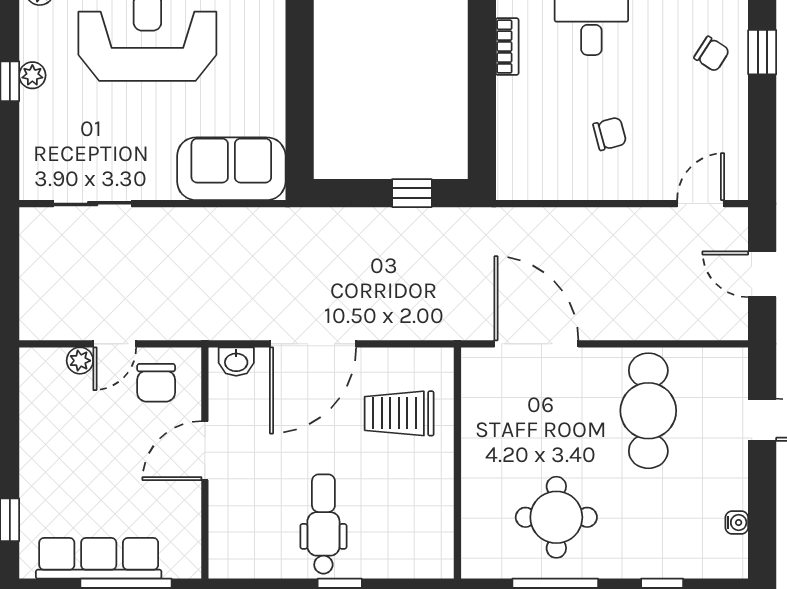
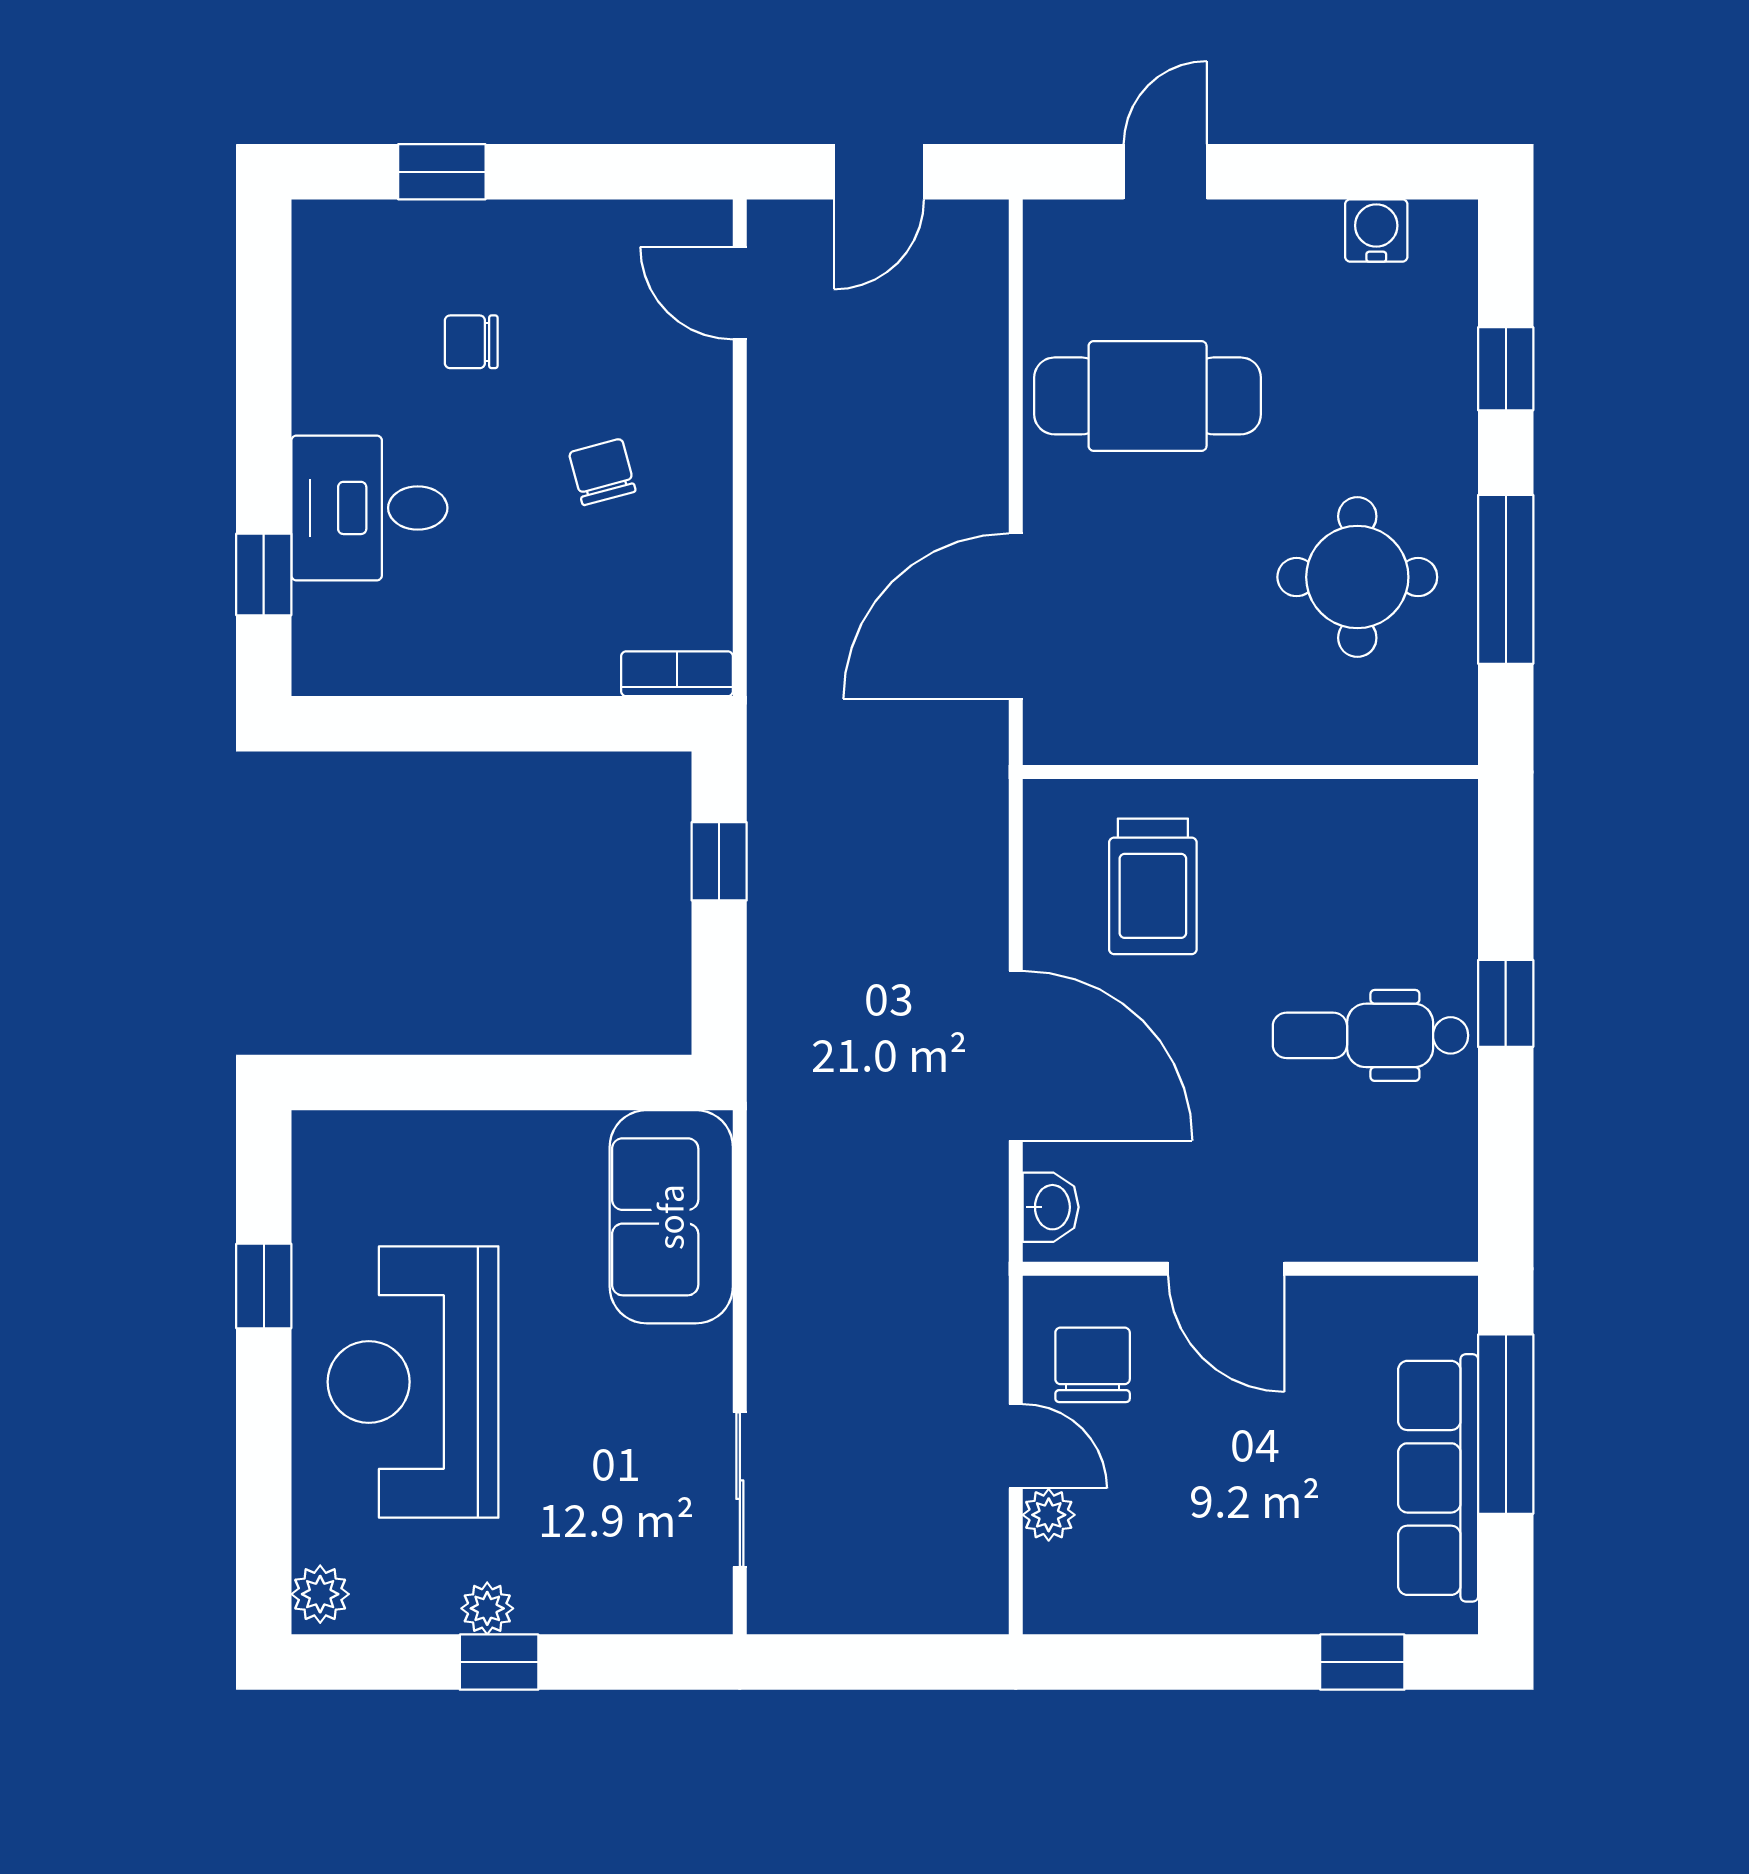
bookcase: (507, 47) -> (677, 674), moved
chair: (712, 54) -> (471, 342), moved, turned -123
chair: (156, 383) -> (1093, 1365), turned -90
water cooler: (737, 523) -> (1376, 230), width x1.38, depth x1.38

